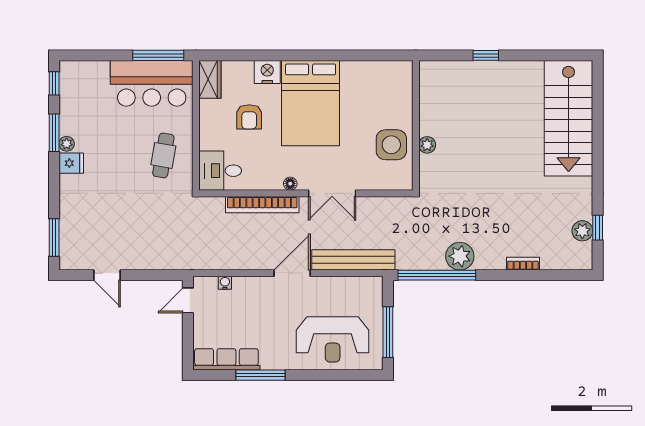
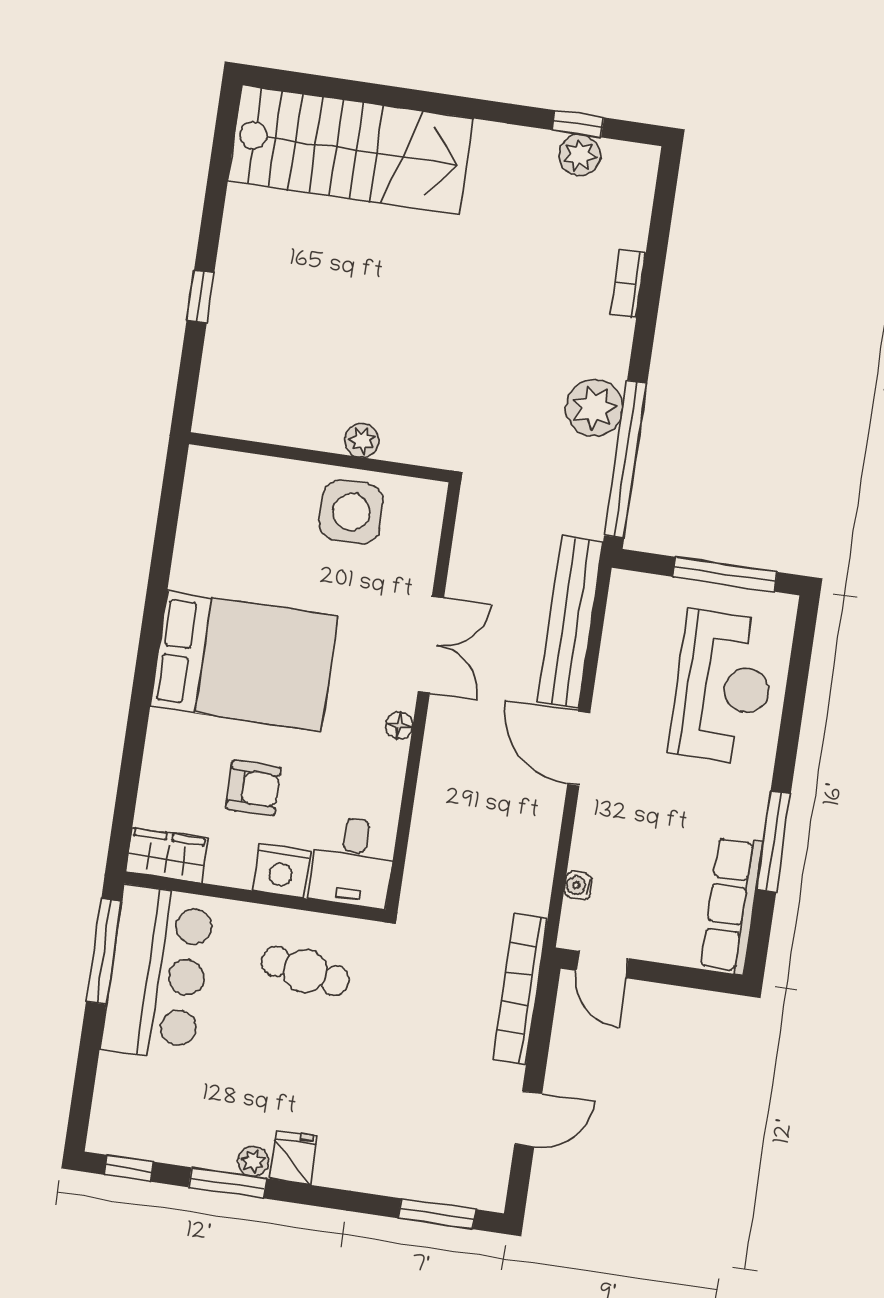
nightstand: (267, 72) -> (281, 871), moved, turned -90
bookcase: (262, 205) -> (520, 989), moved, turned 180

